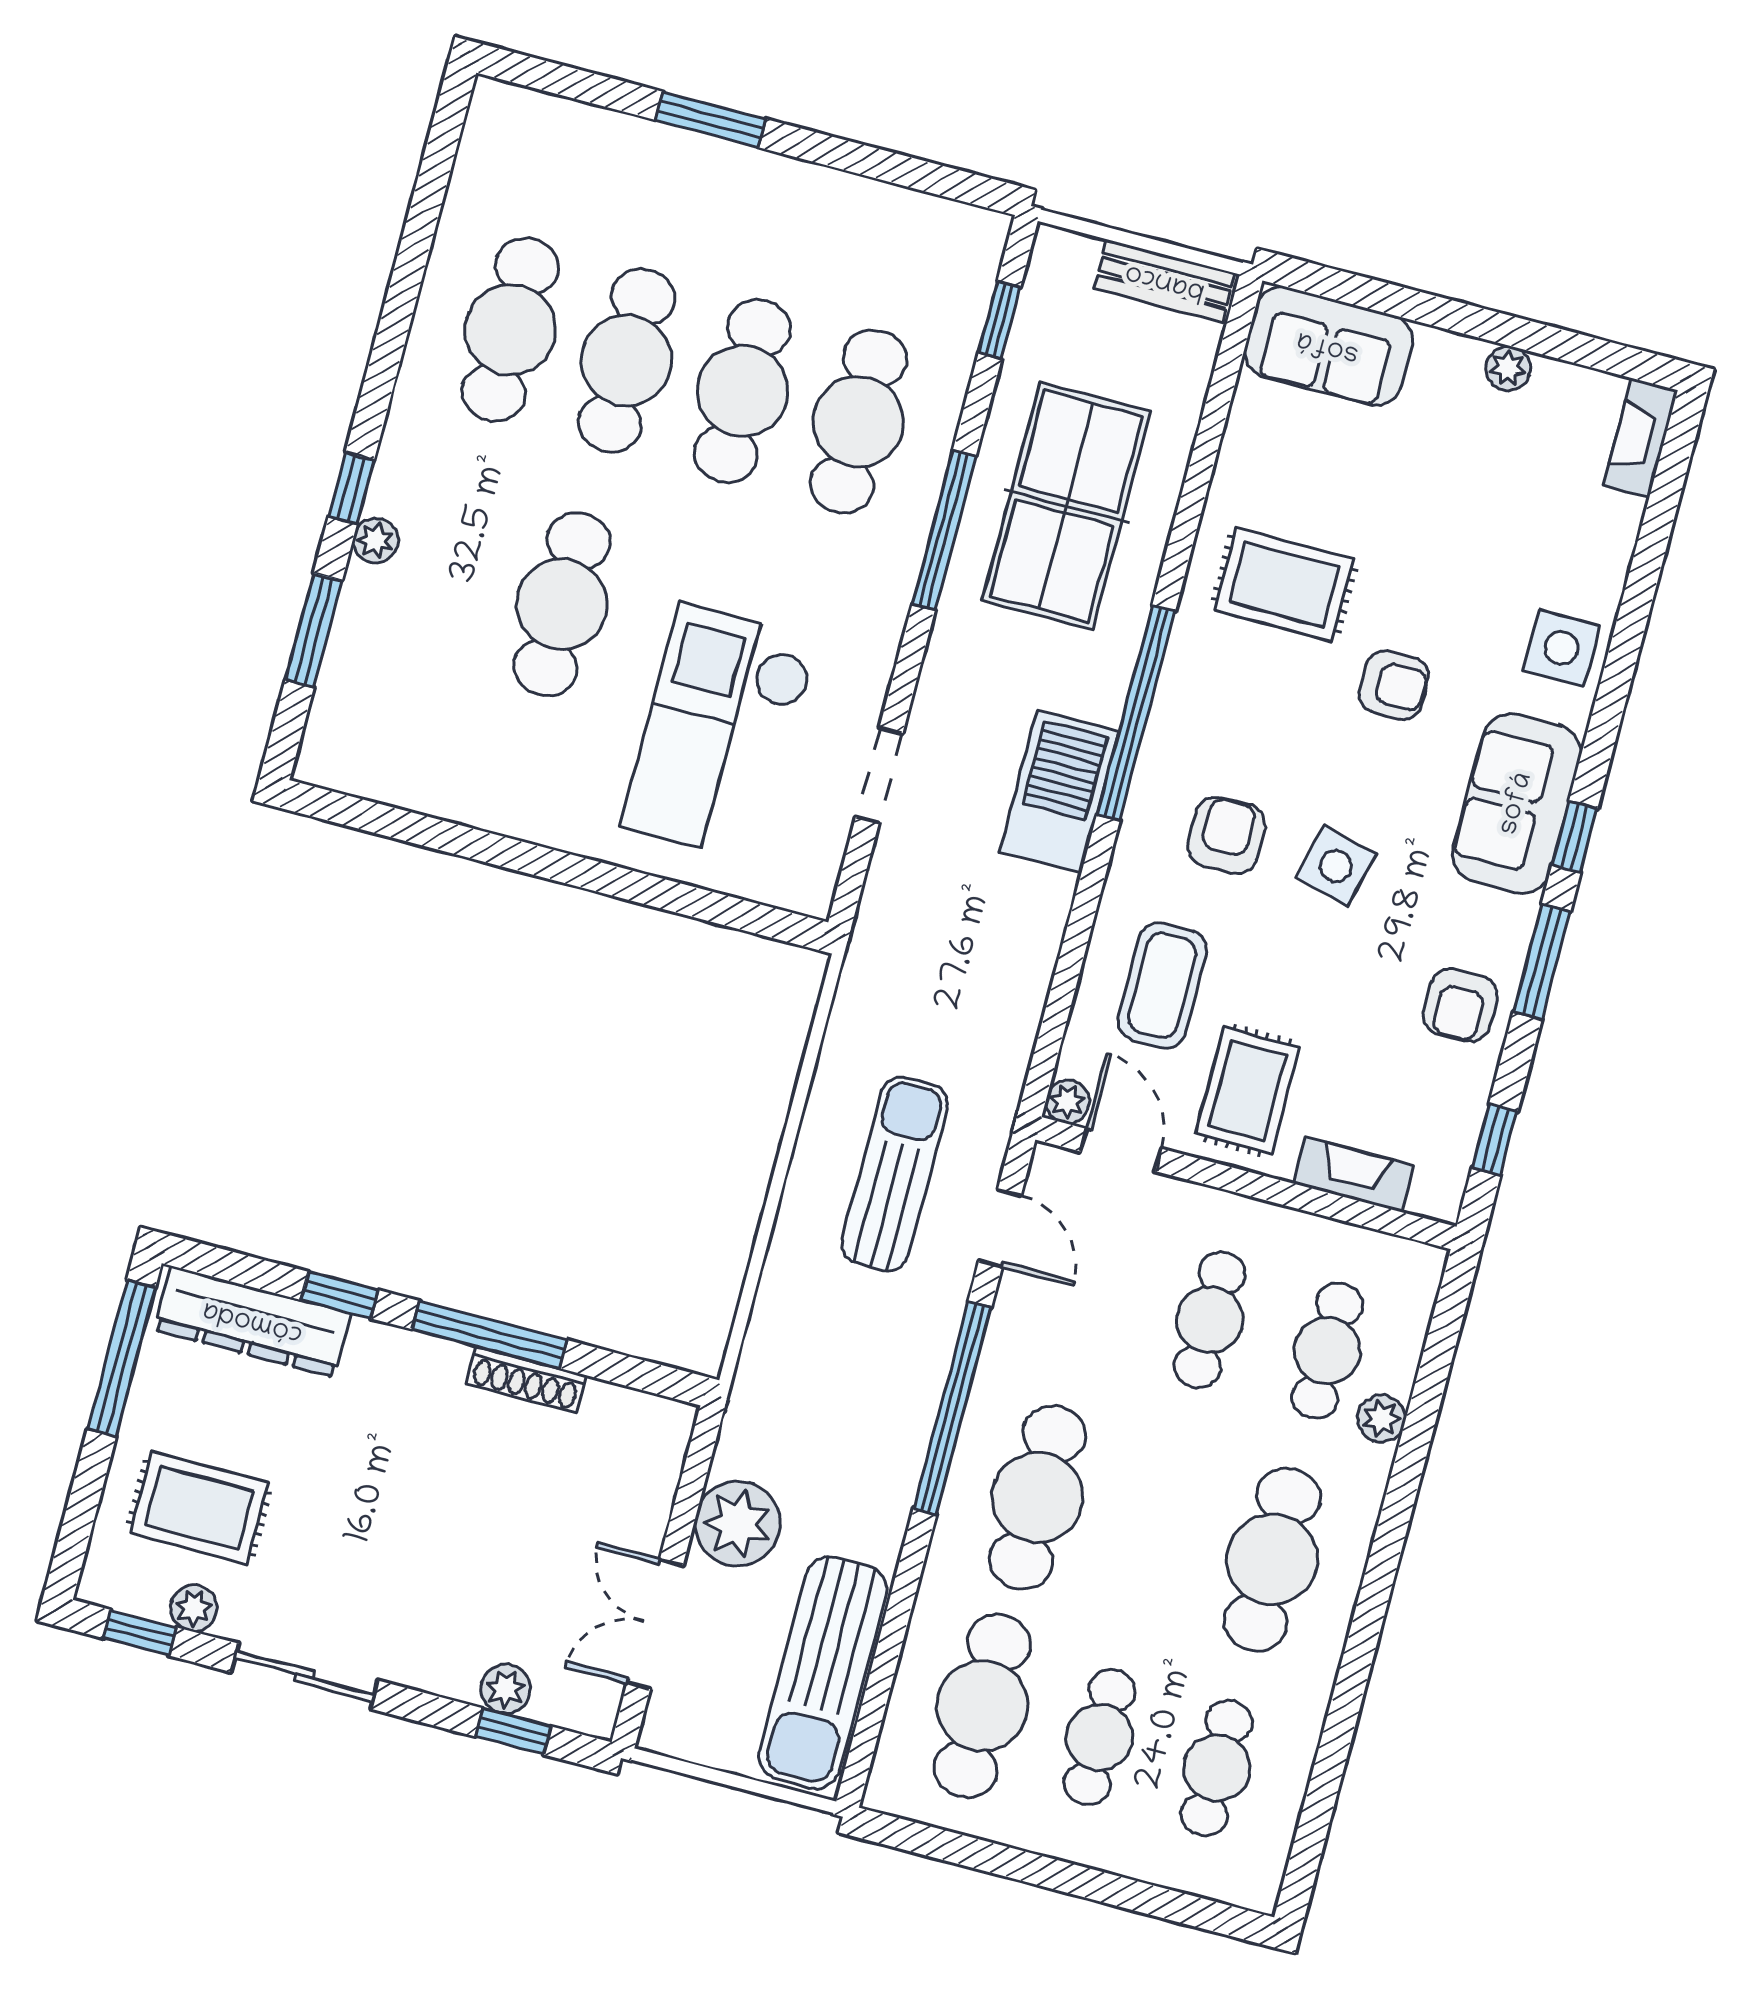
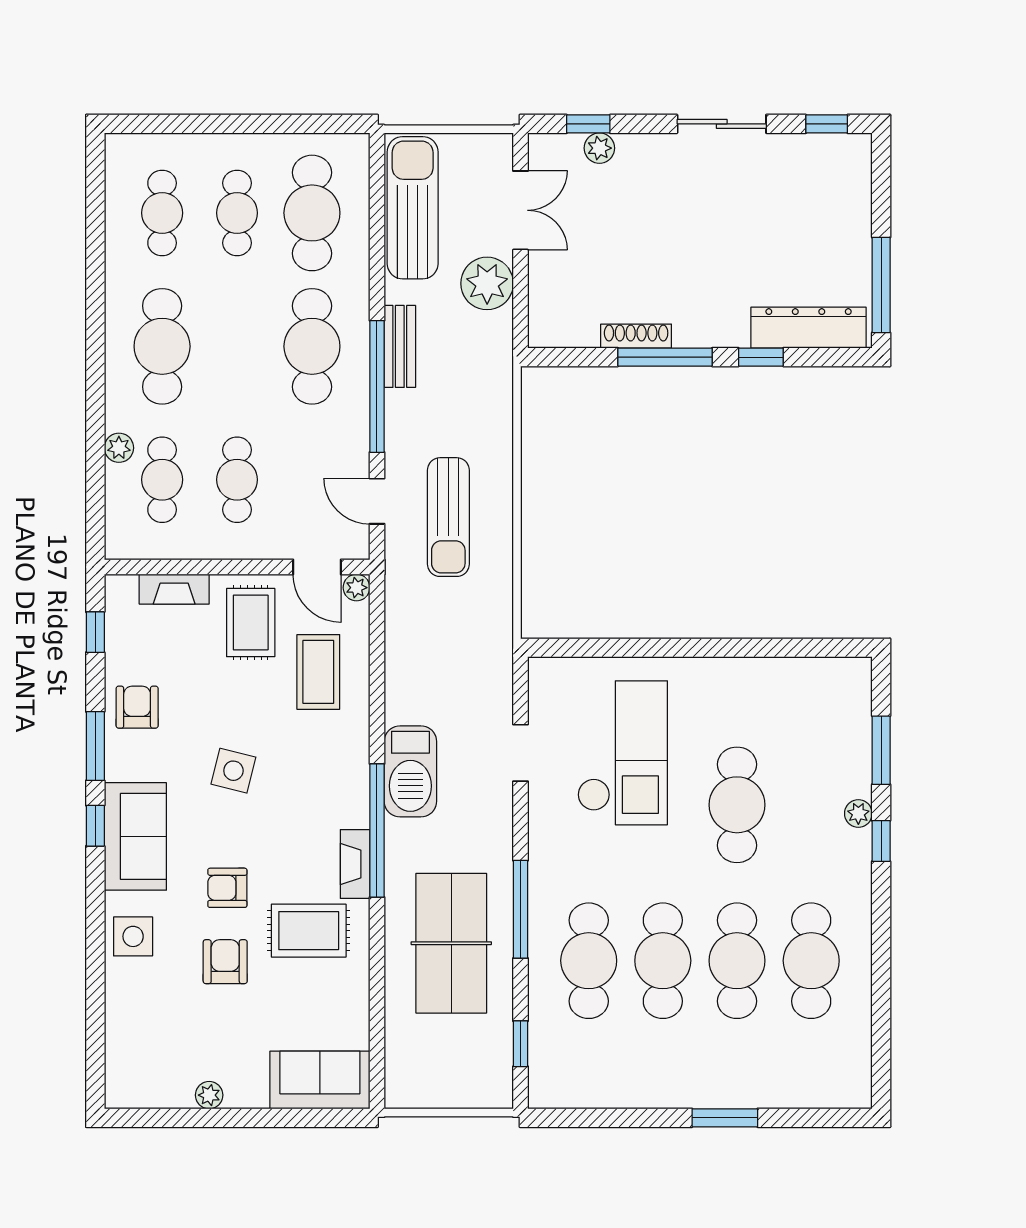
bench: (1165, 281) -> (400, 346), moved, turned 90
fireplace: (1641, 438) -> (355, 864), moved, turned 180
armchair: (1227, 835) -> (225, 962), moved, turned 180
rug: (199, 1508) -> (811, 208), removed
plant: (194, 1608) -> (799, 147), removed

